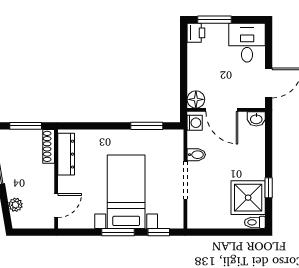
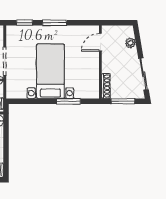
window: (147, 126) -> (69, 101), moved
dresser: (66, 154) -> (93, 80), removed
bed with nightstands: (126, 192) -> (50, 71), moved, turned 180

